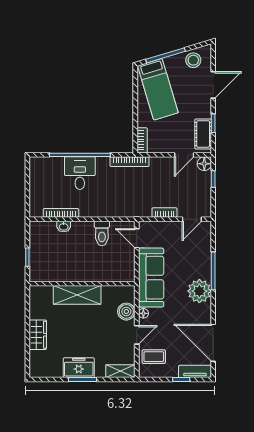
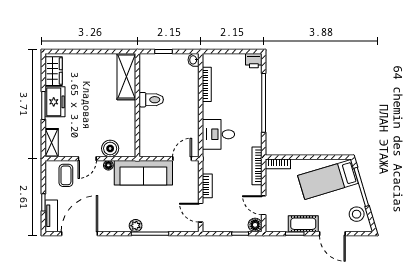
cot: (203, 134) -> (303, 224), moved
bookcase: (130, 162) -> (257, 166), moved
printer: (37, 165) -> (254, 61), added
desk: (80, 173) -> (218, 134), moved, turned 180
washbasin: (64, 227) -> (193, 60), moved
toilet: (102, 233) -> (151, 100), moved, turned 180
plant: (199, 291) -> (136, 226), width x0.53, depth x0.53
shelving: (77, 295) -> (126, 77), moved
wardrobe: (38, 335) -> (54, 71), moved, turned -90
door: (137, 335) -> (87, 159), hinge flipped

